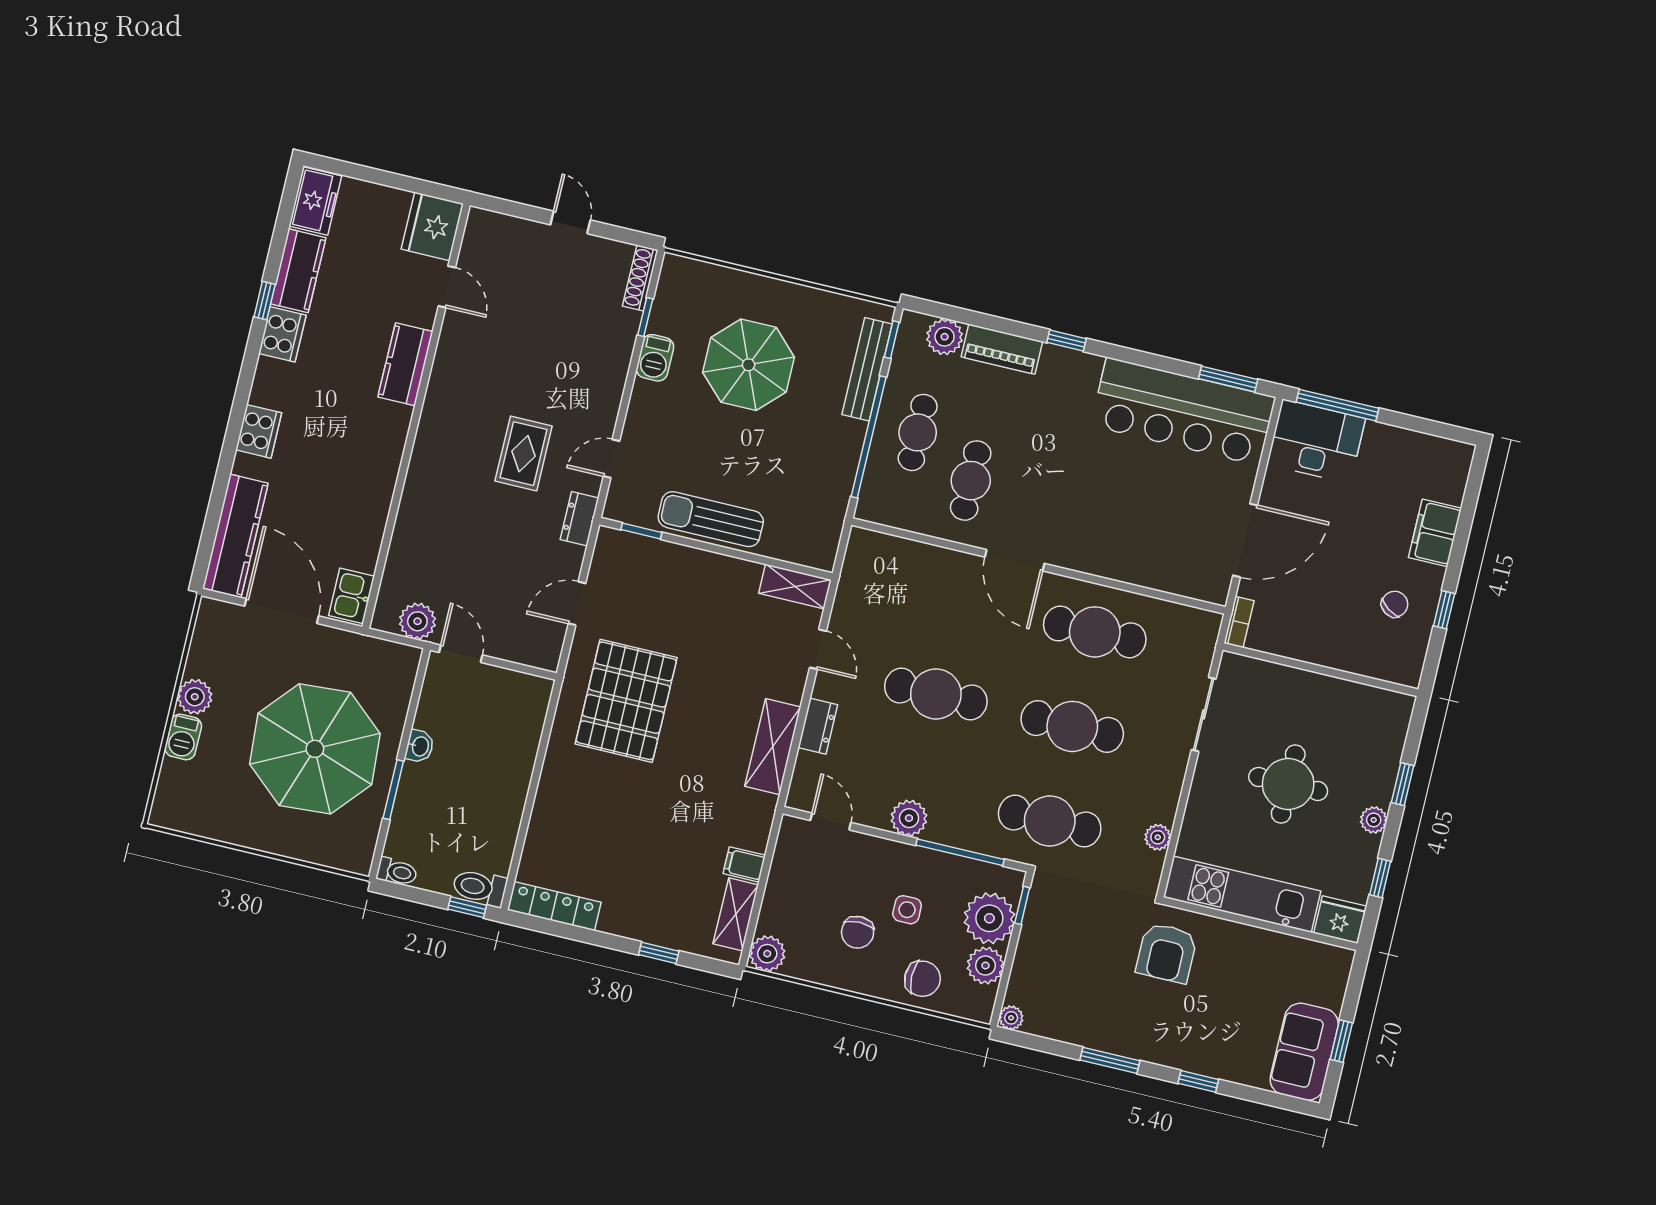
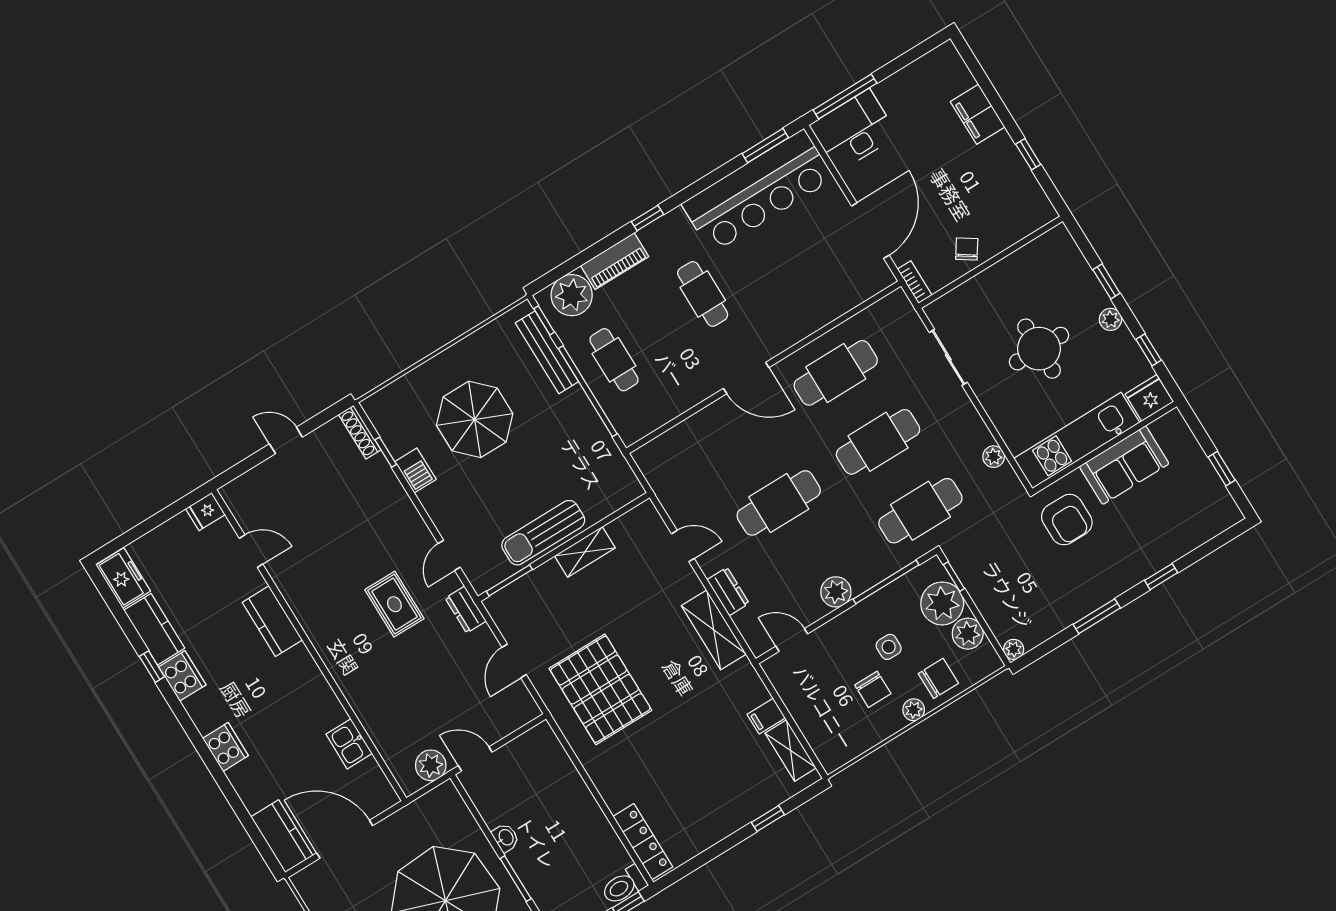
fridge: (432, 226) -> (205, 512), width x0.53, depth x0.75
plant: (945, 337) -> (572, 295), width x1.36, depth x1.36
cafe table: (971, 481) -> (703, 294), moved
window: (641, 531) -> (509, 580), width x1.50
kitchen counter: (235, 536) -> (282, 836), width x0.67
shelving: (795, 587) -> (585, 552), moved
kitchen sink: (352, 596) -> (349, 744), moved
chair: (1395, 604) -> (967, 249), moved
locker: (554, 906) -> (643, 842), moved, turned 90
plant: (767, 954) -> (914, 710), moved, width x0.73, depth x0.73
sofa: (1304, 1052) -> (1124, 465), moved, turned -90

